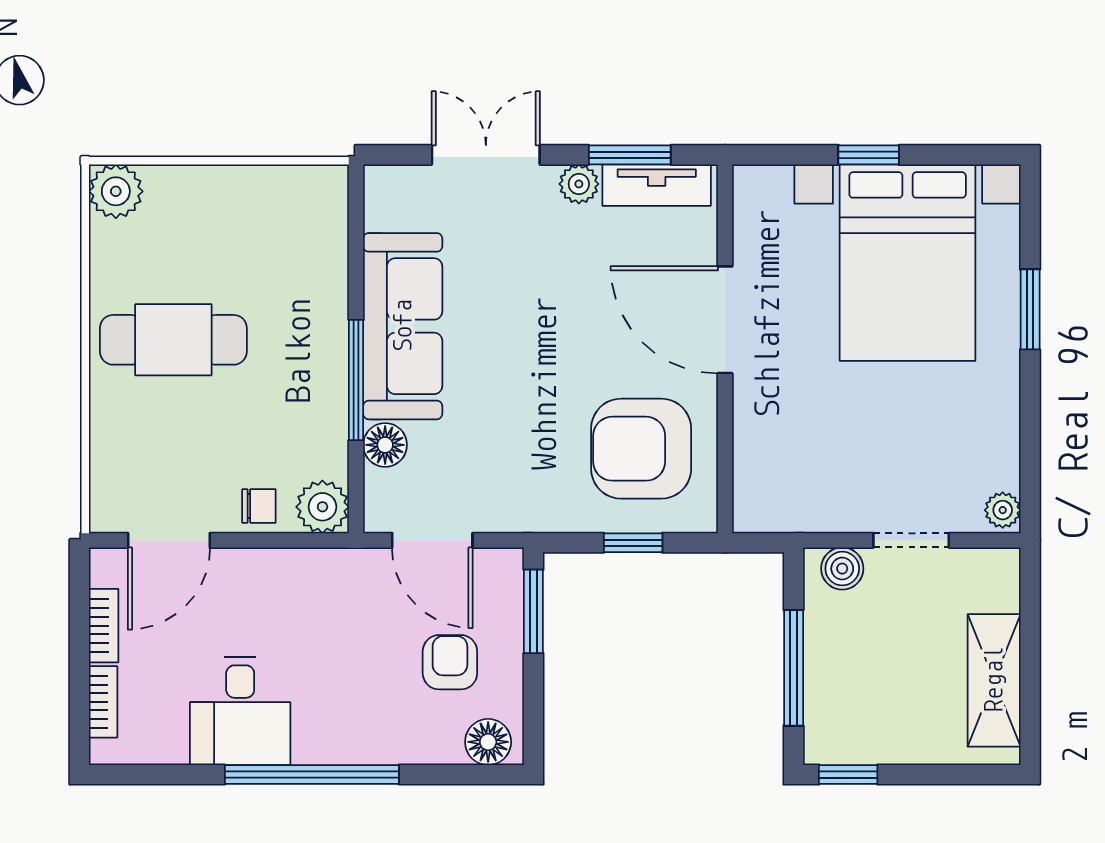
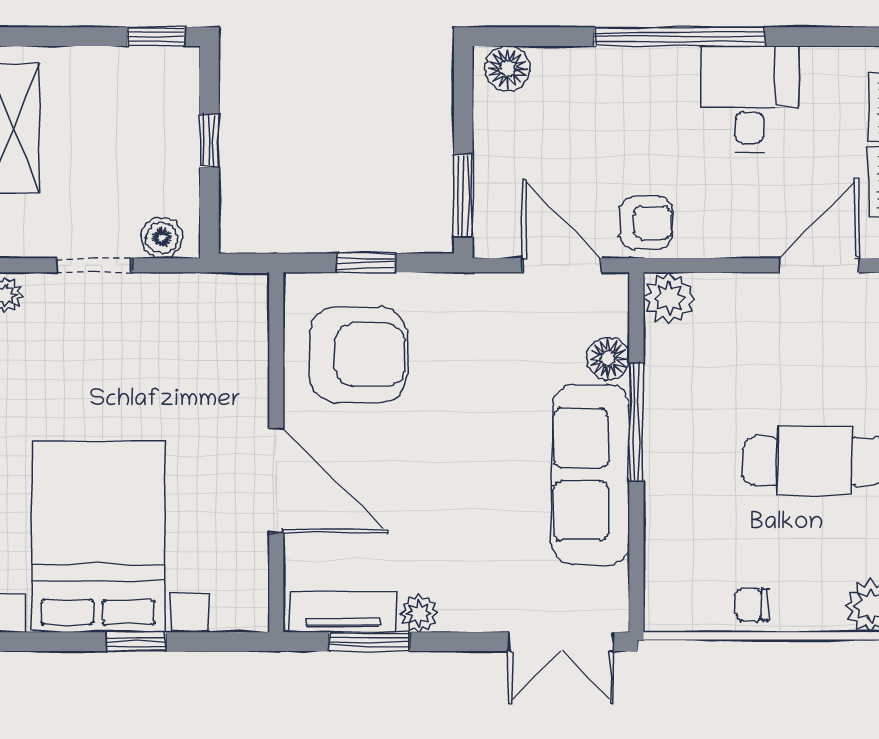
double door: (486, 155) -> (561, 642), moved
chair: (259, 506) -> (752, 605), moved
armchair: (450, 662) -> (646, 223), moved, turned -90
window: (794, 668) -> (209, 141), width x0.46

